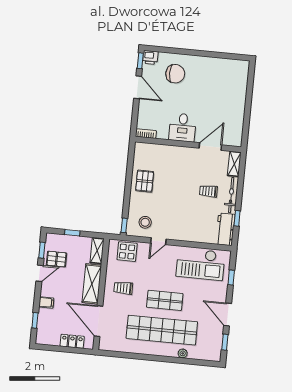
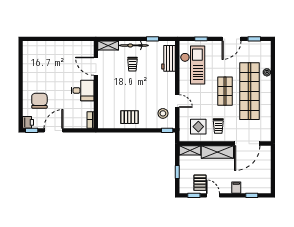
workbench: (225, 229) -> (169, 58), moved, turned 90
display table: (127, 252) -> (198, 127), moved
locker: (72, 341) -> (266, 163), removed

